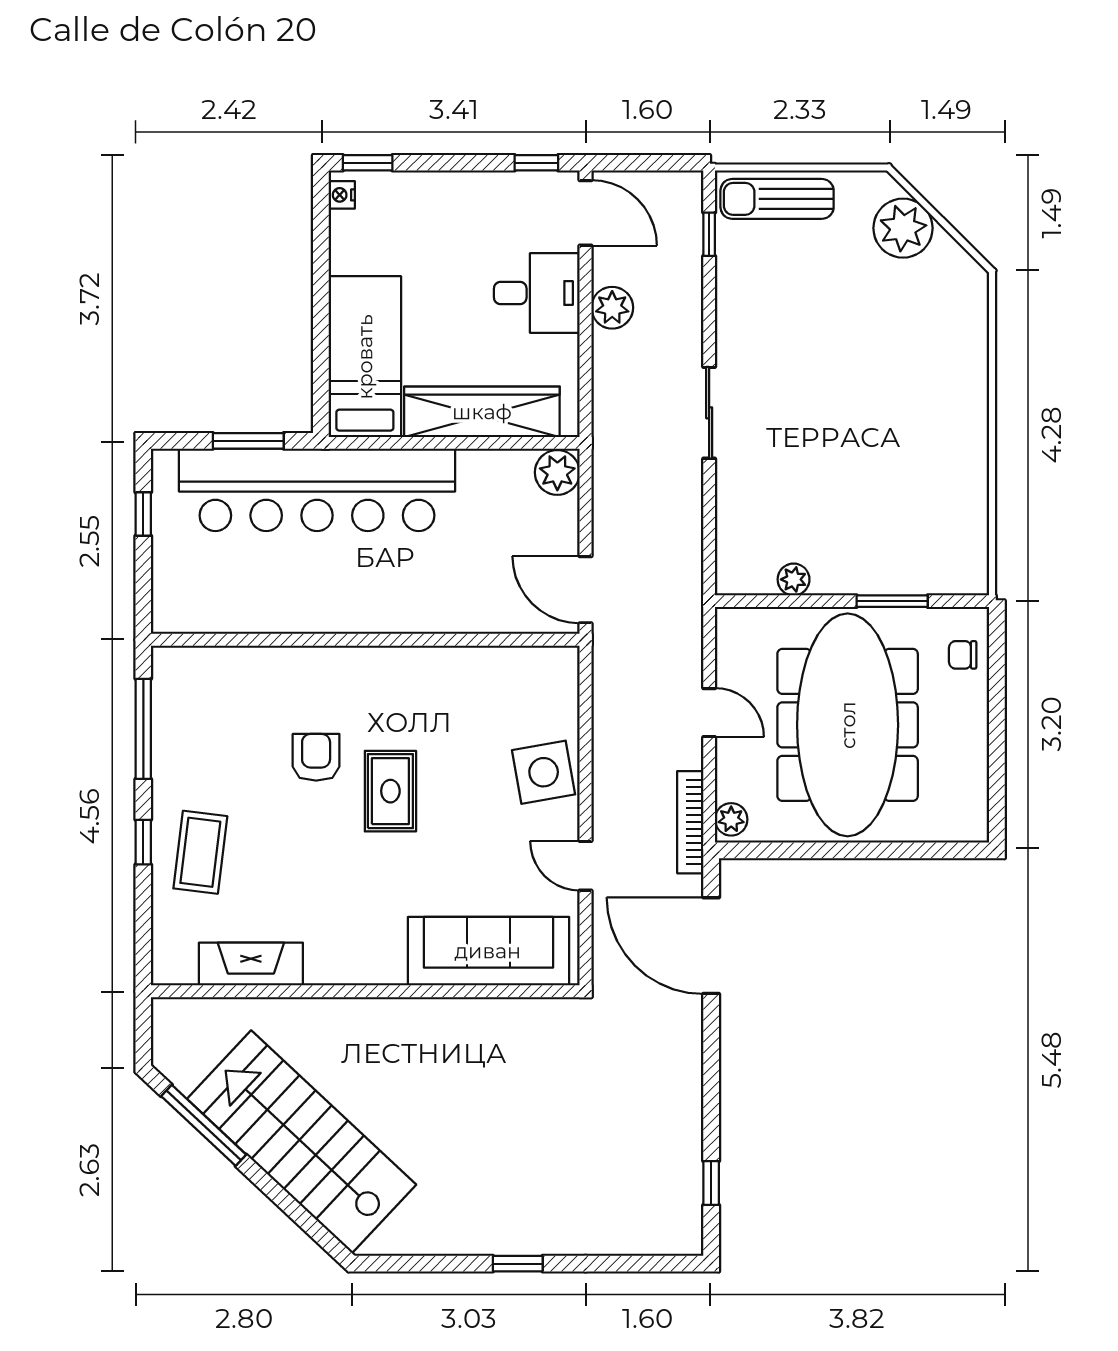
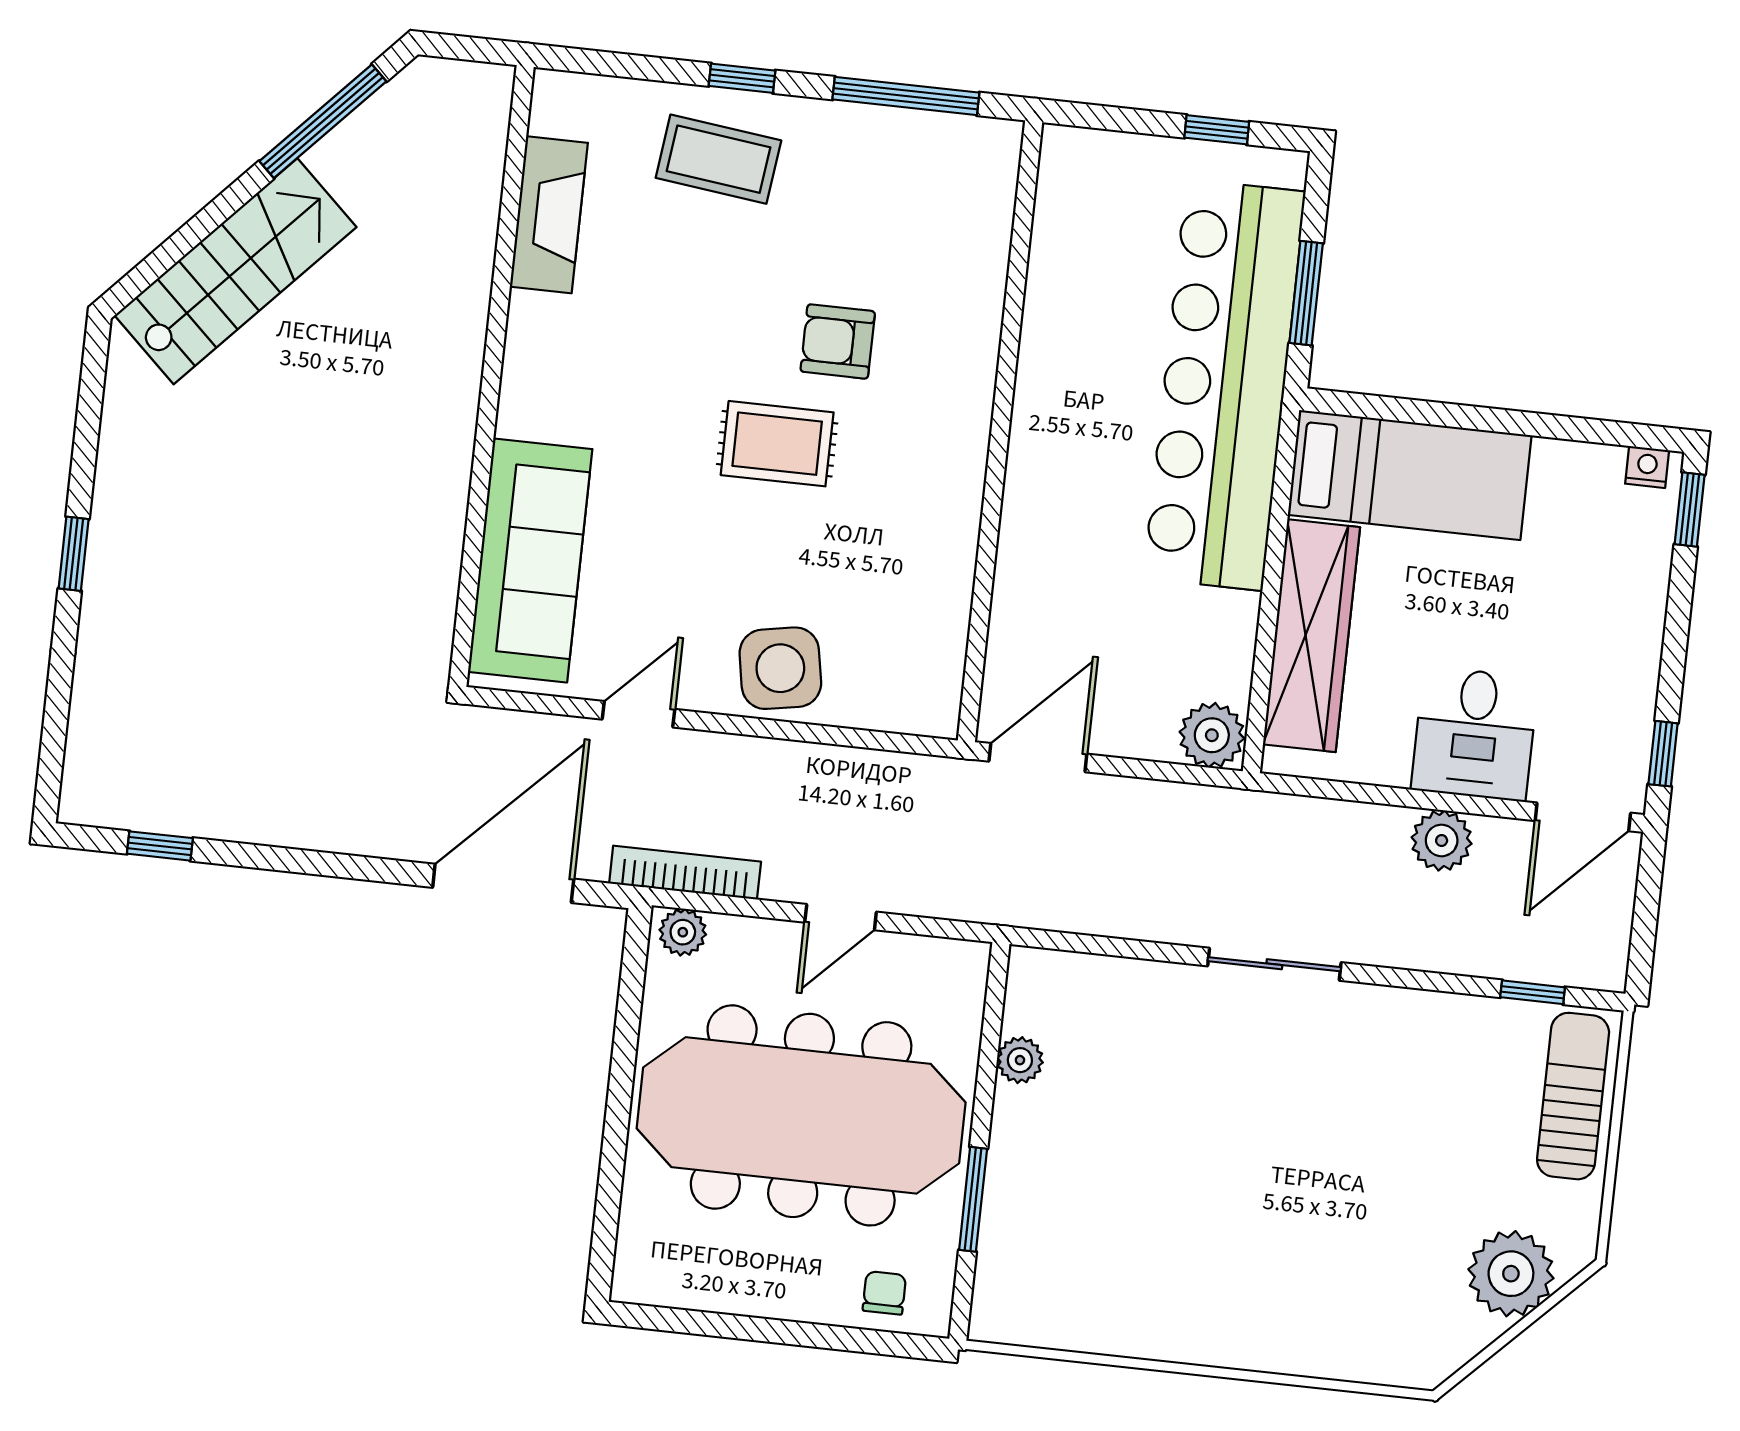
armchair: (316, 757) -> (838, 341), turned 180
stairs: (302, 1142) -> (236, 271), width x0.73, depth x0.66

